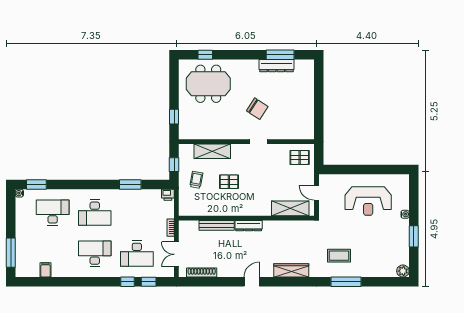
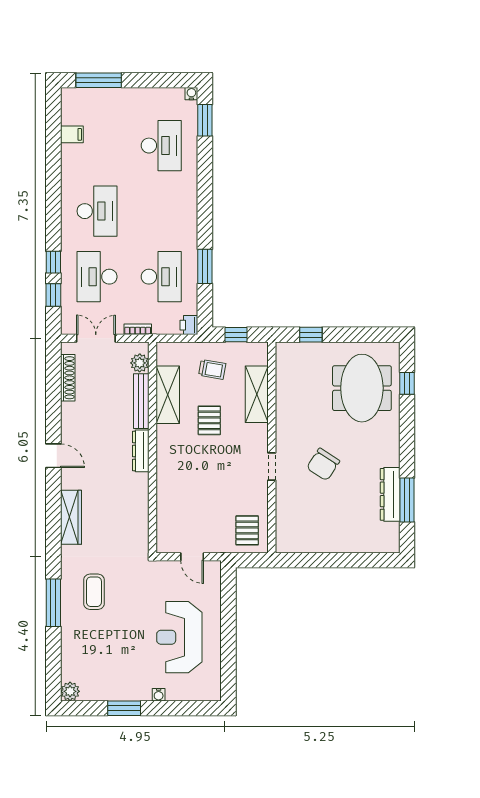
door: (316, 193) -> (192, 557), swing flipped
shelving: (290, 208) -> (168, 395), moved
desk: (95, 213) -> (161, 277), moved, turned 180
plant: (192, 226) -> (140, 363), added

